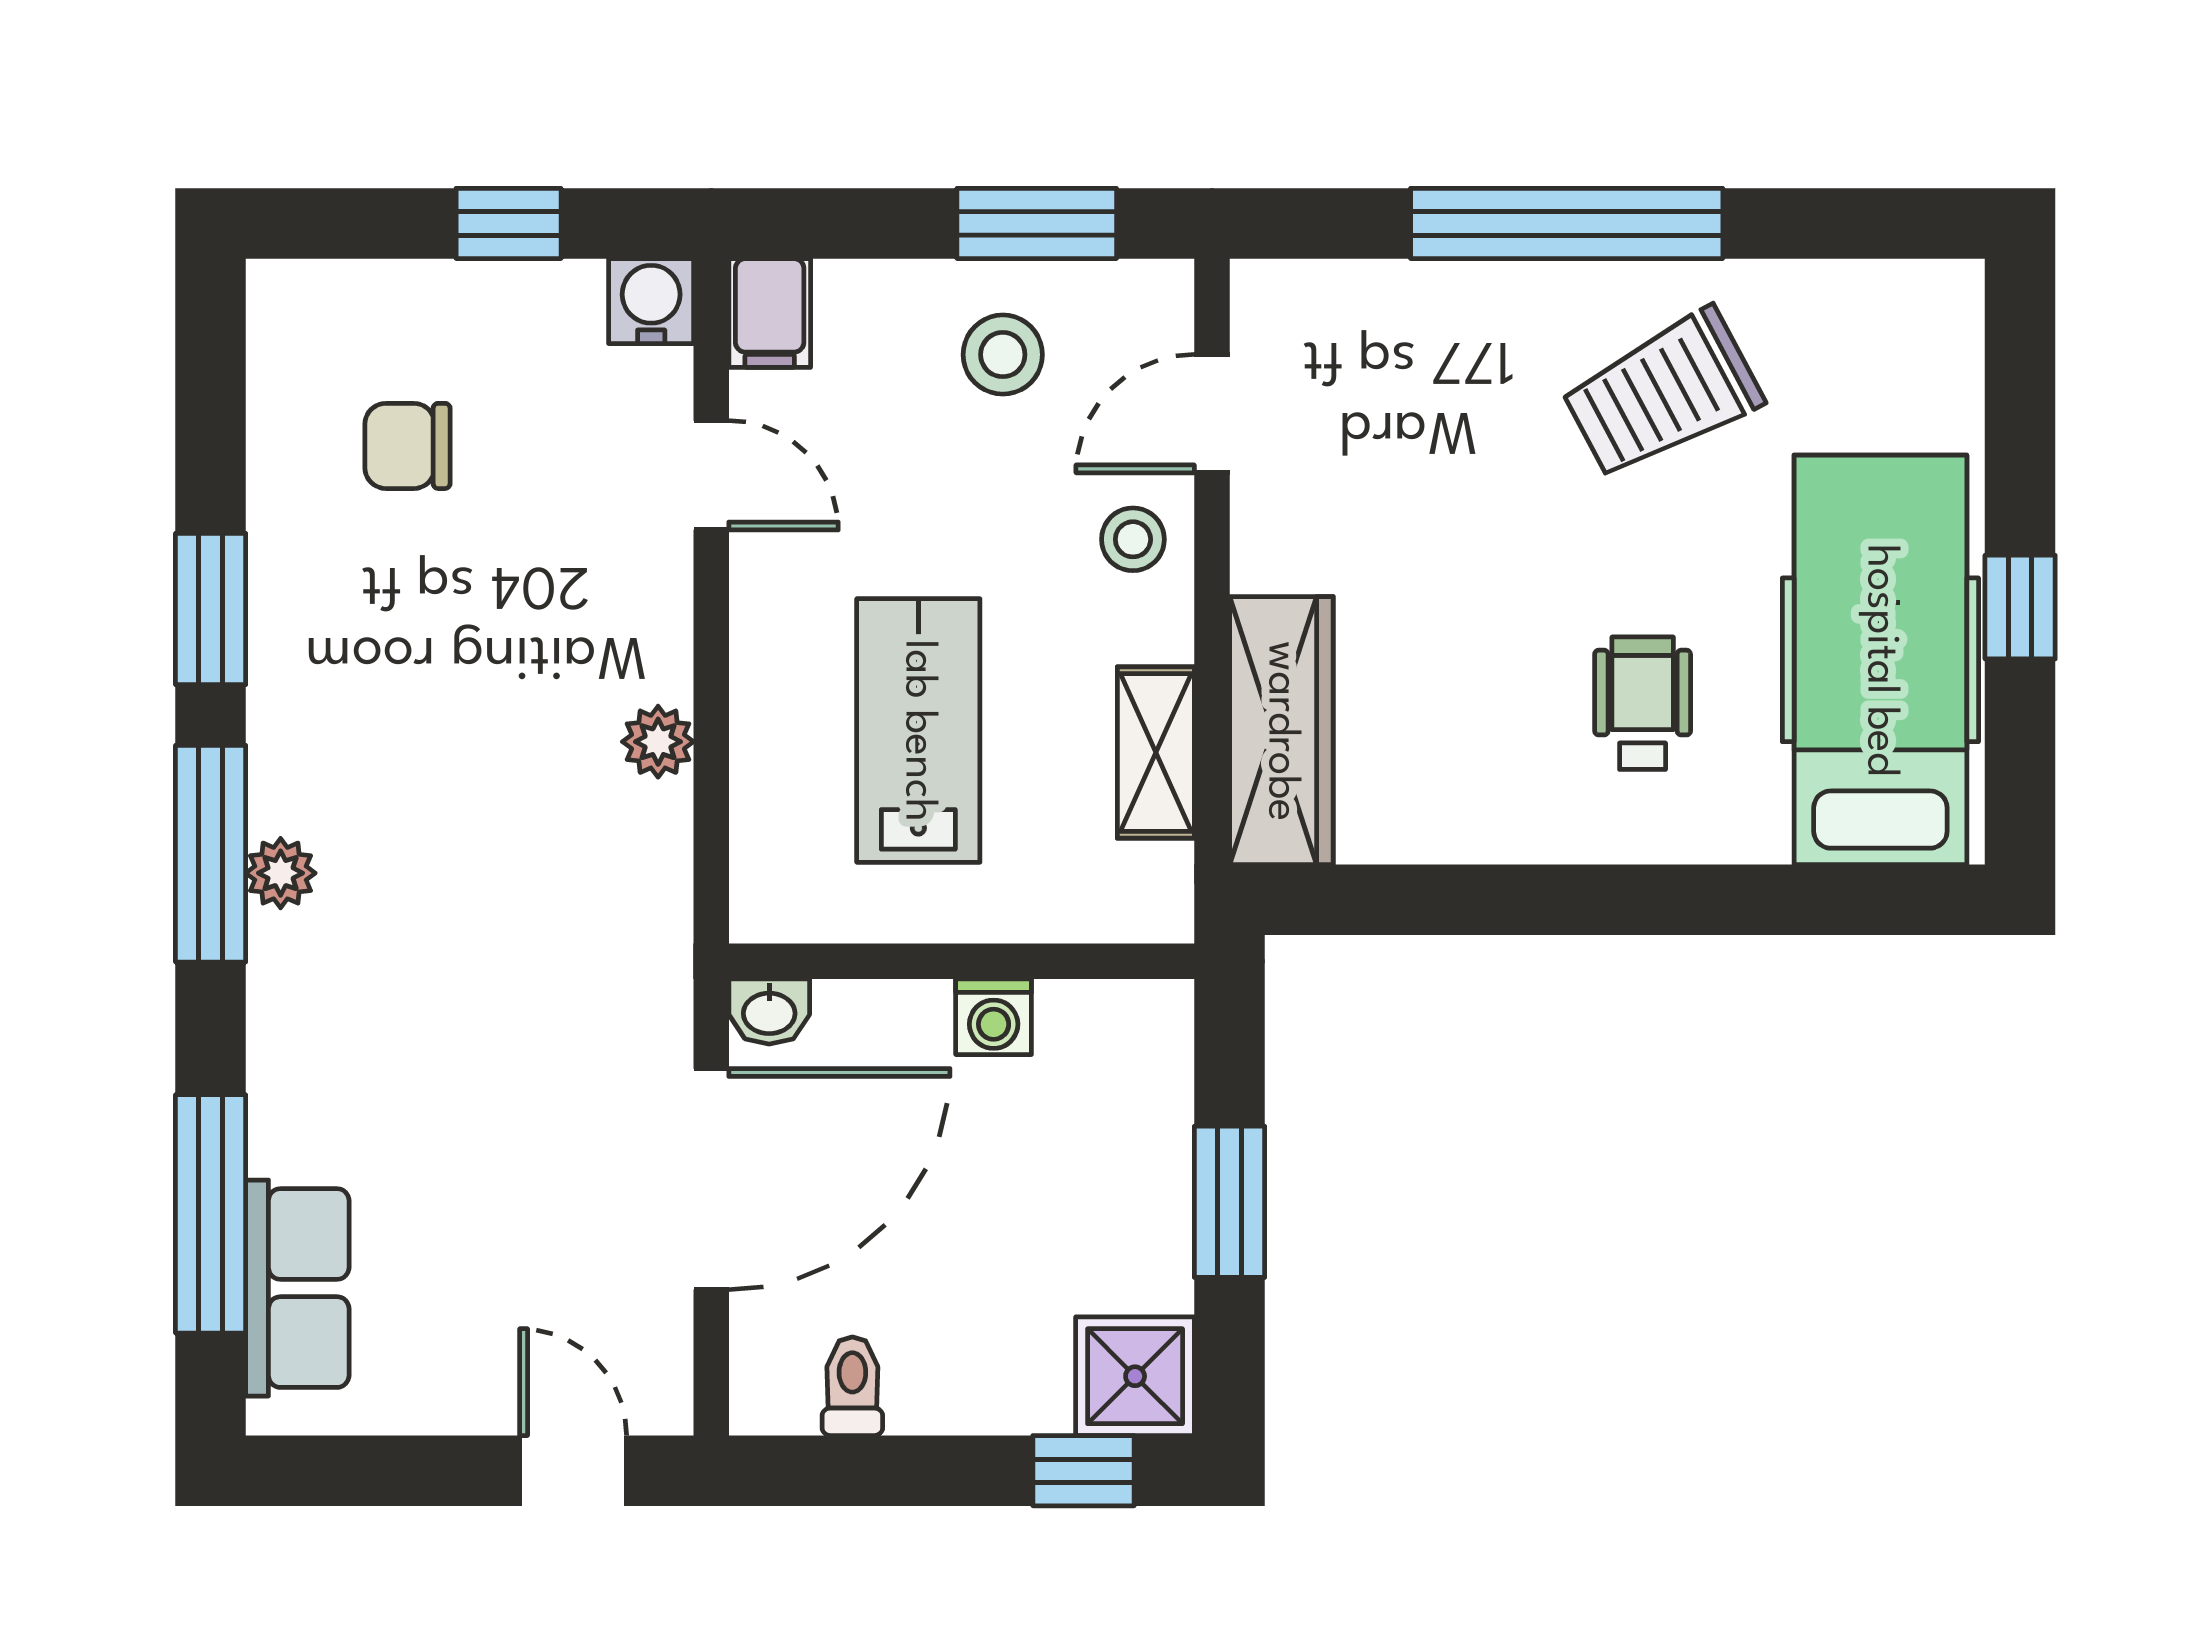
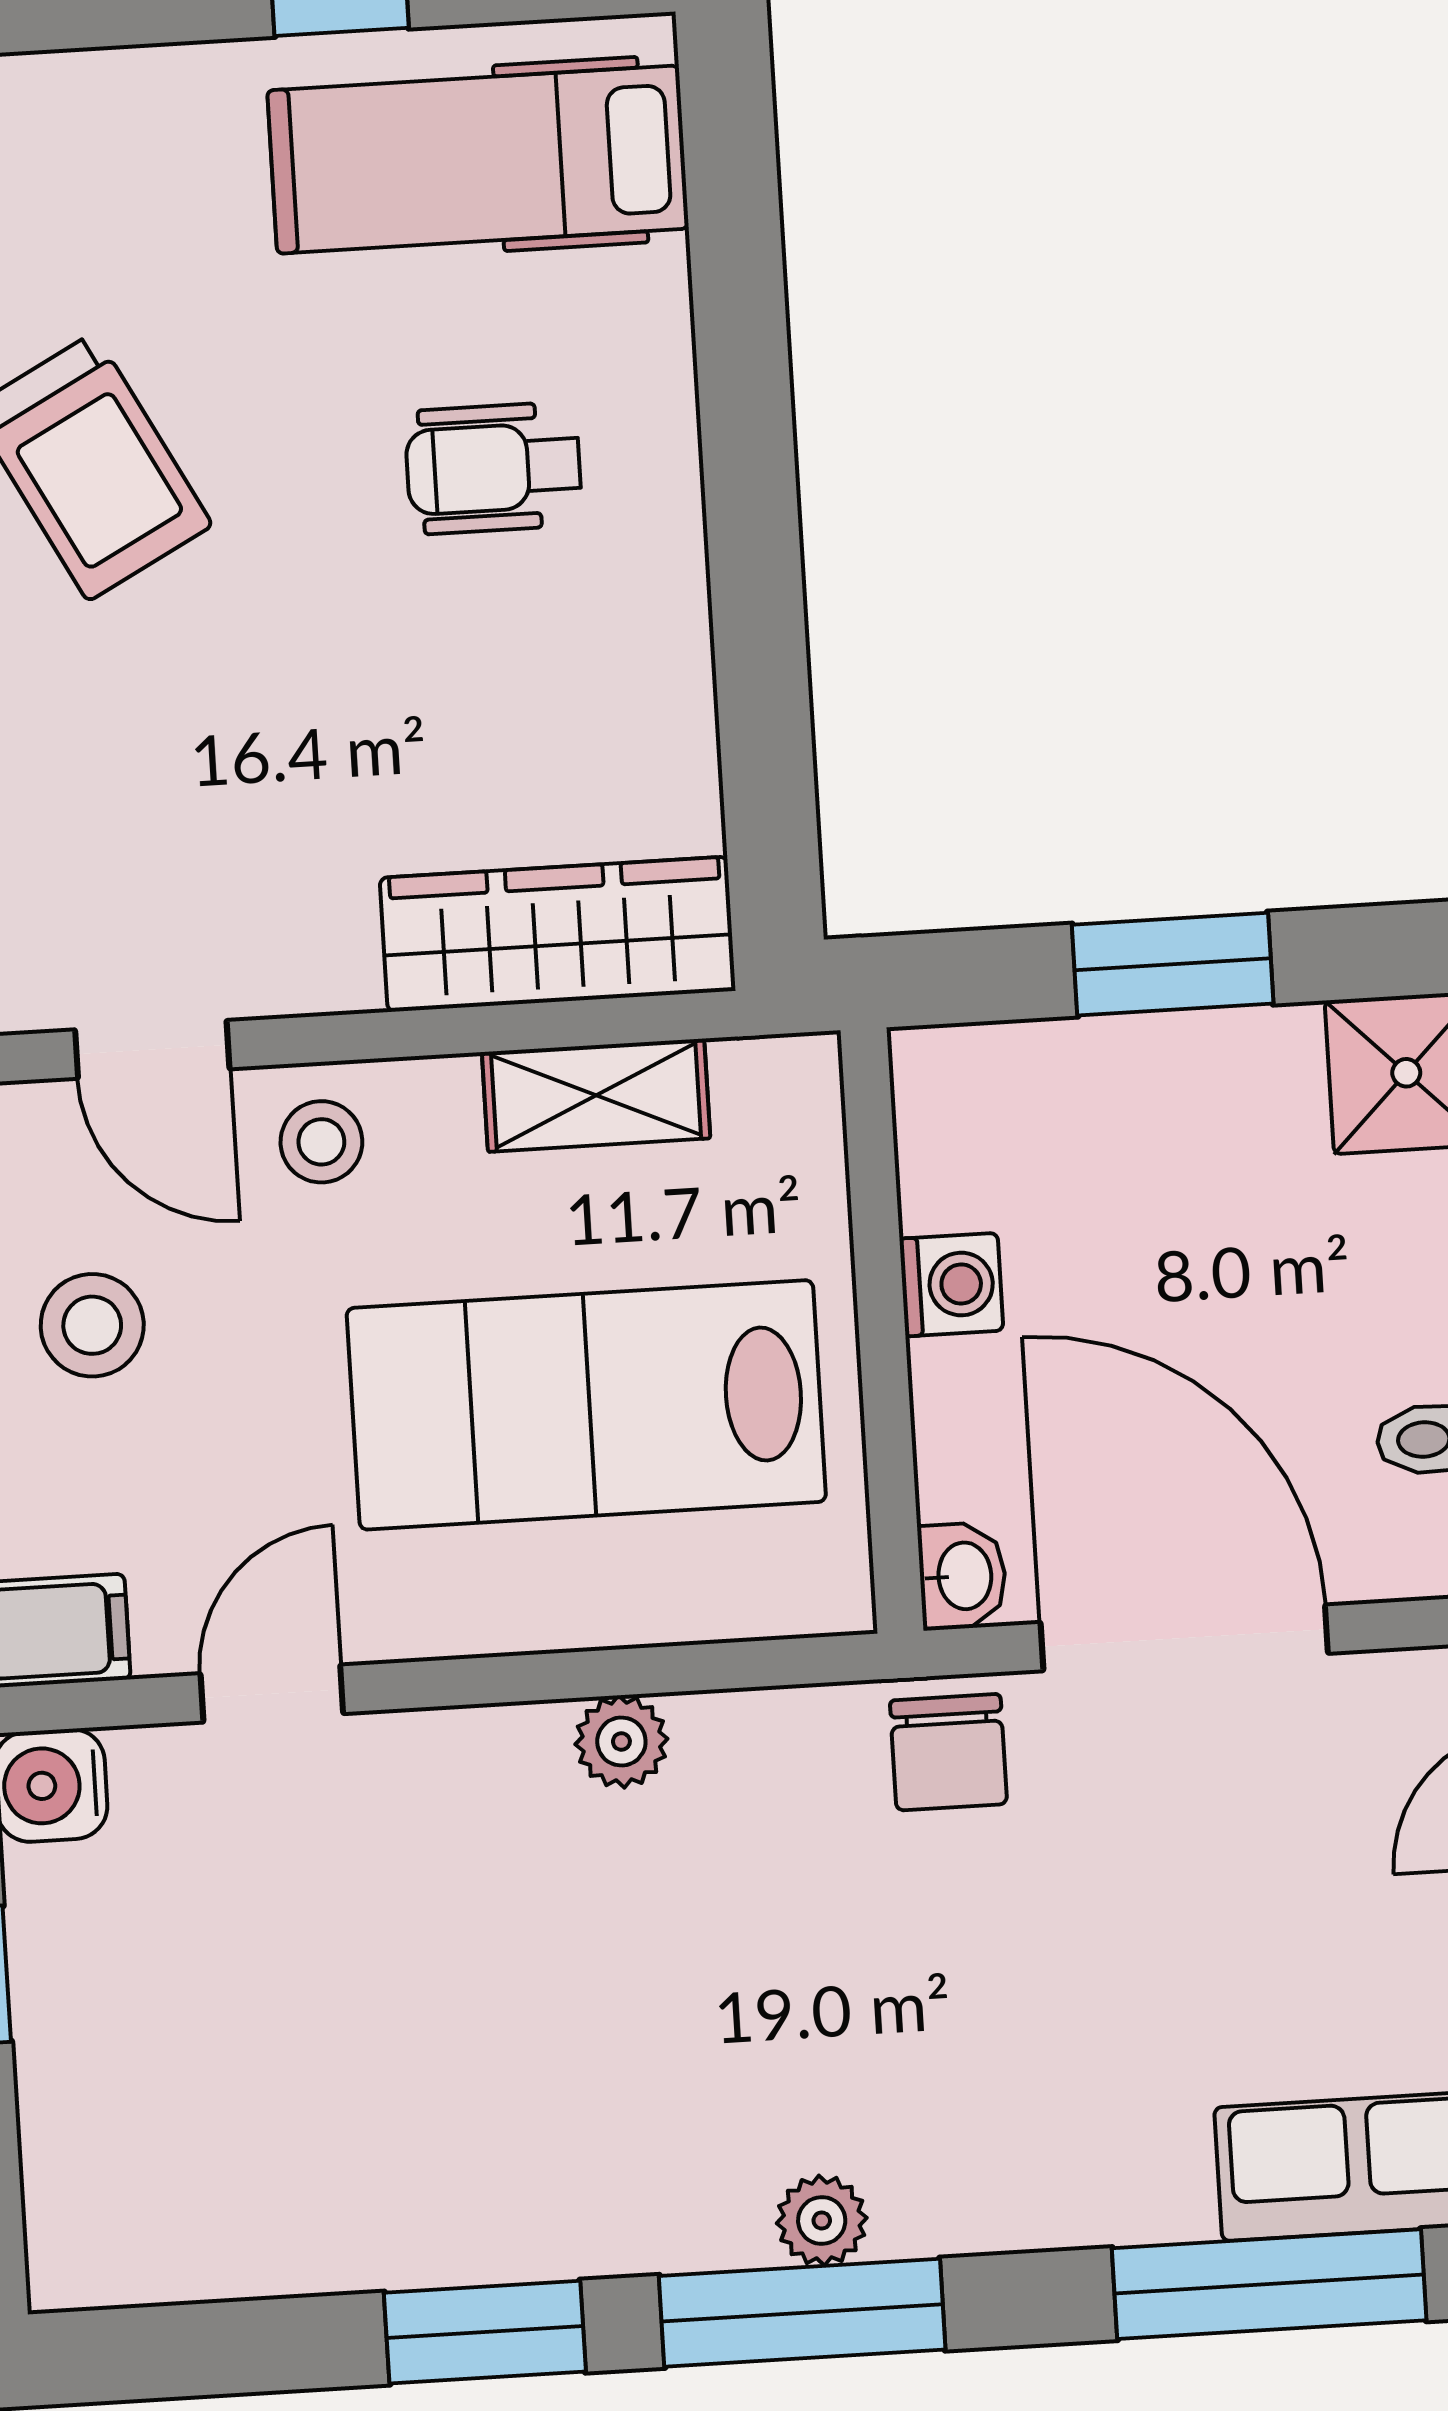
chair: (407, 446) -> (948, 1752), moved
hospital bed: (1880, 660) -> (478, 160), width x0.73, depth x0.78
lab bench: (918, 731) -> (586, 1405), width x1.36, depth x1.39

